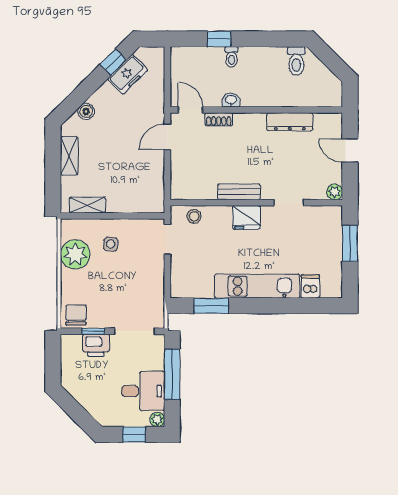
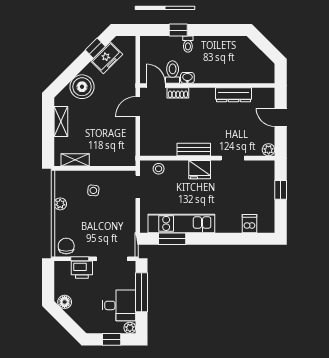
toilet: (296, 61) -> (173, 72), moved, turned 180
boiler: (86, 111) -> (82, 87), width x1.86, depth x1.86
window: (350, 243) -> (281, 190), width x0.67
plant: (75, 254) -> (60, 204), width x0.53, depth x0.53
kitchen unit: (257, 286) -> (181, 223), moved
floor lamp: (74, 387) -> (65, 302), added

